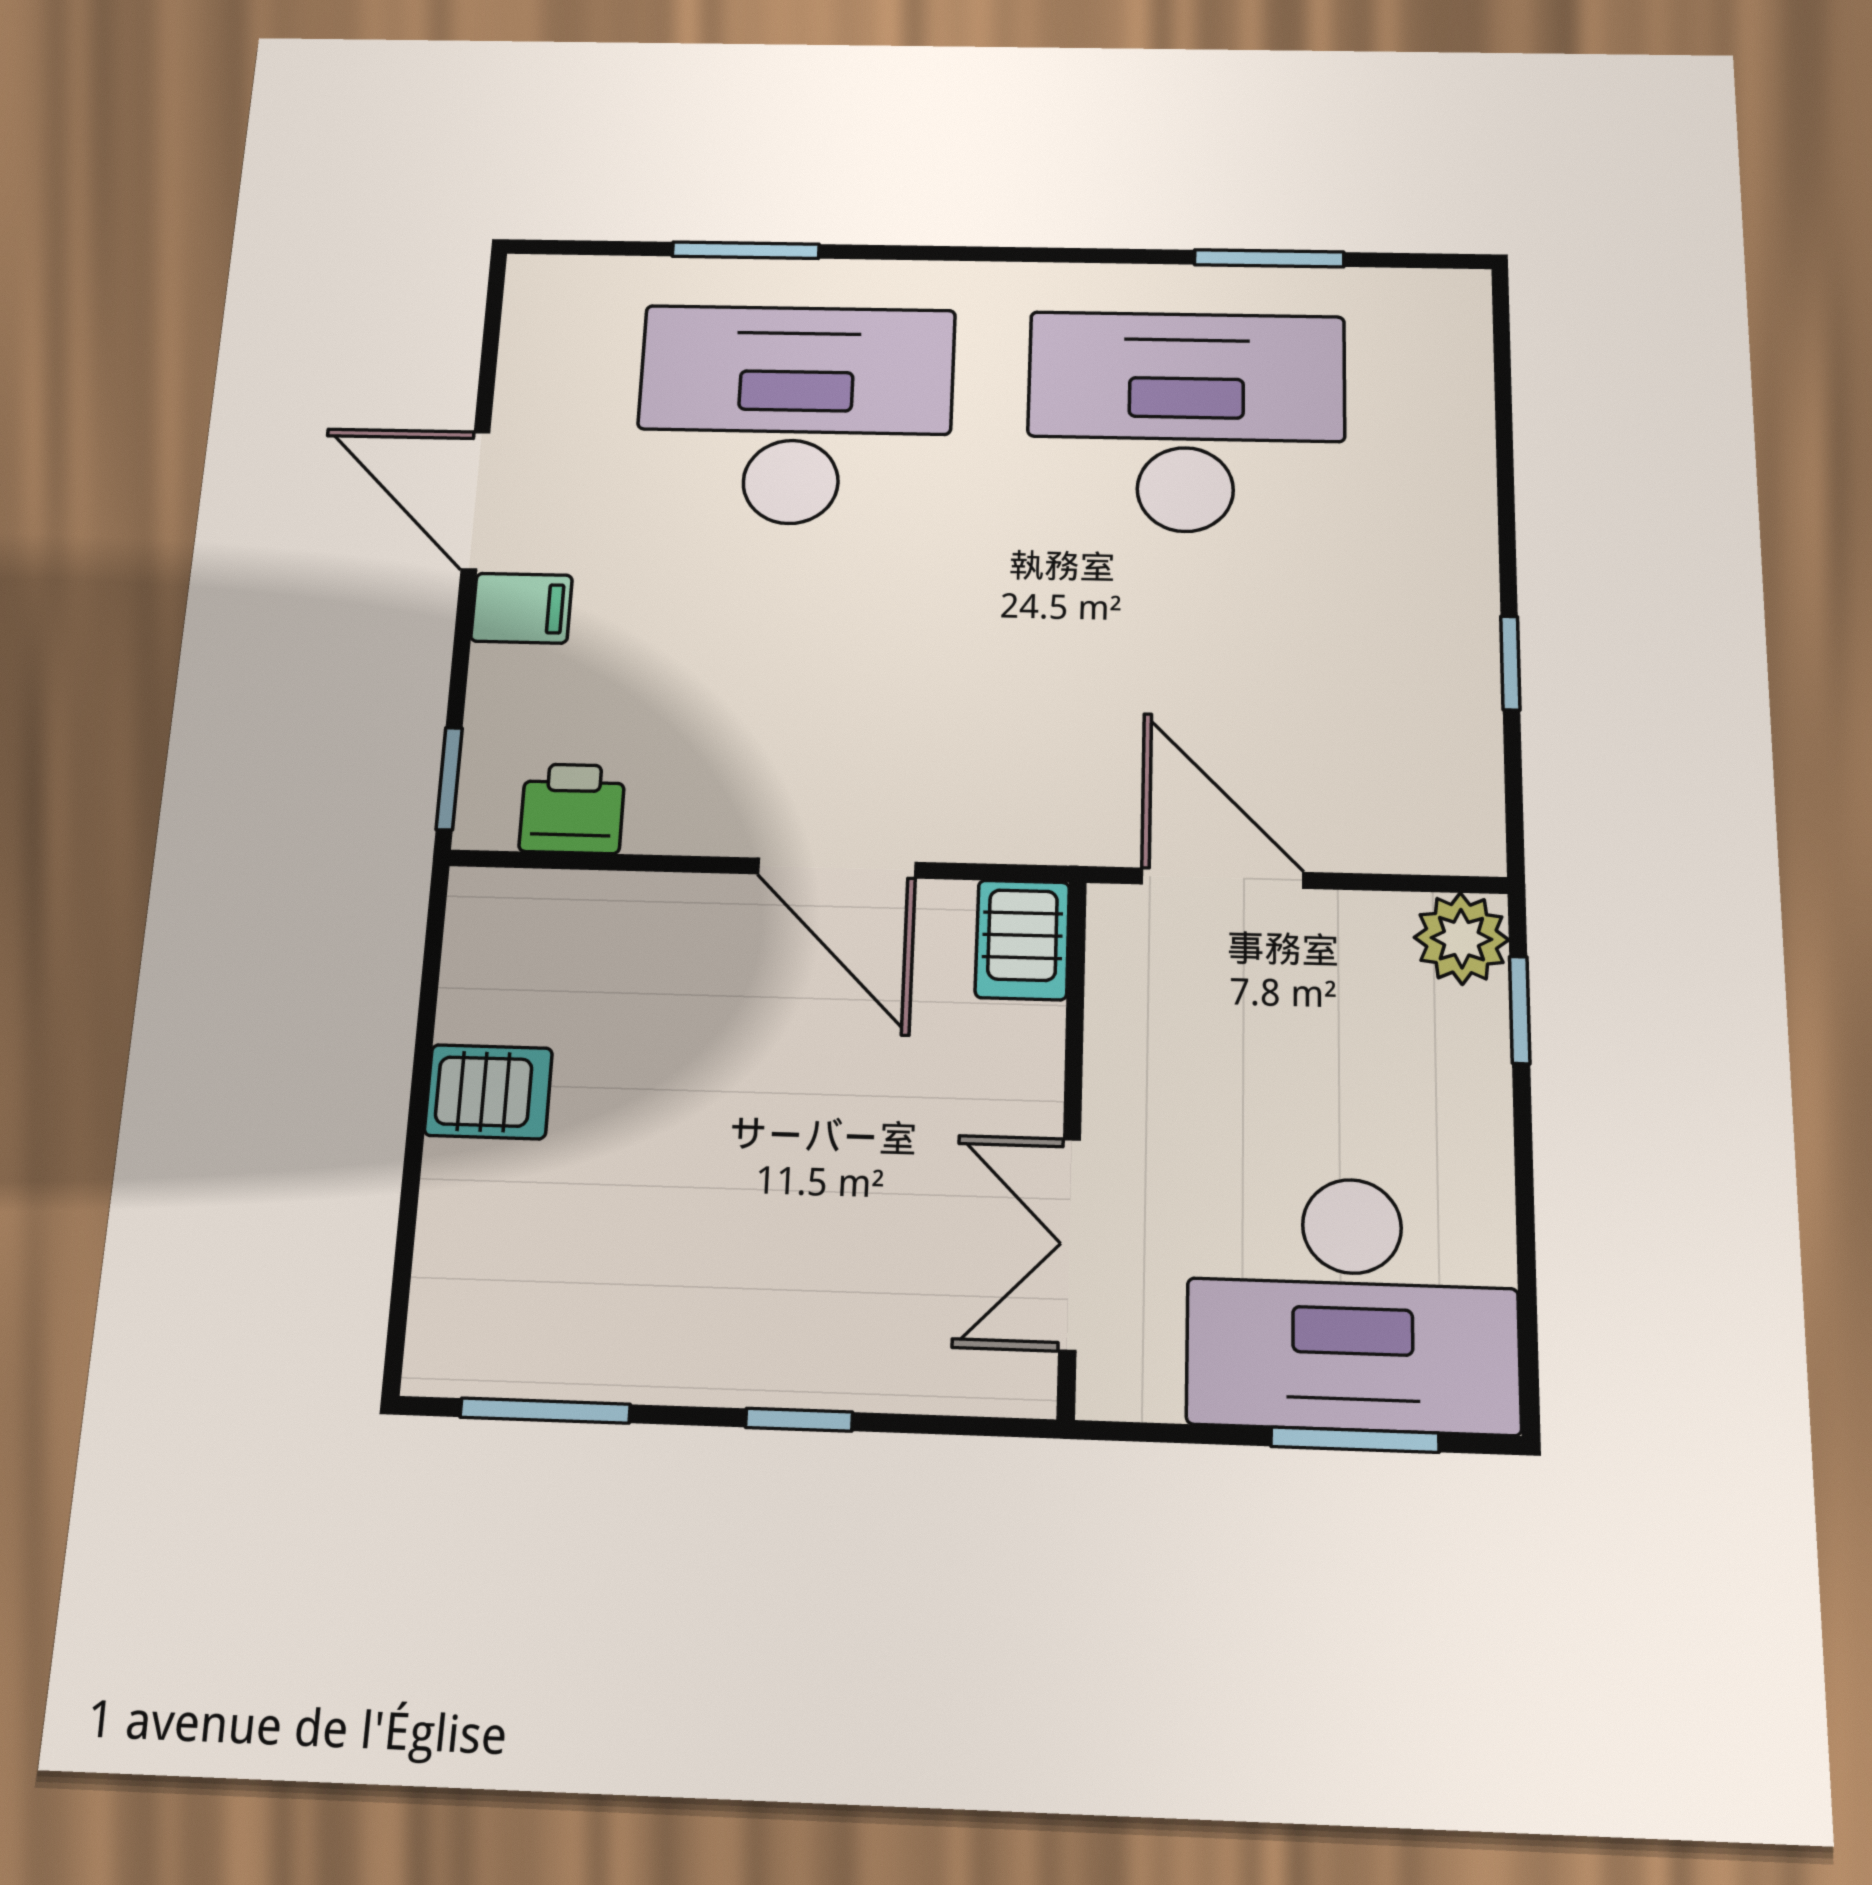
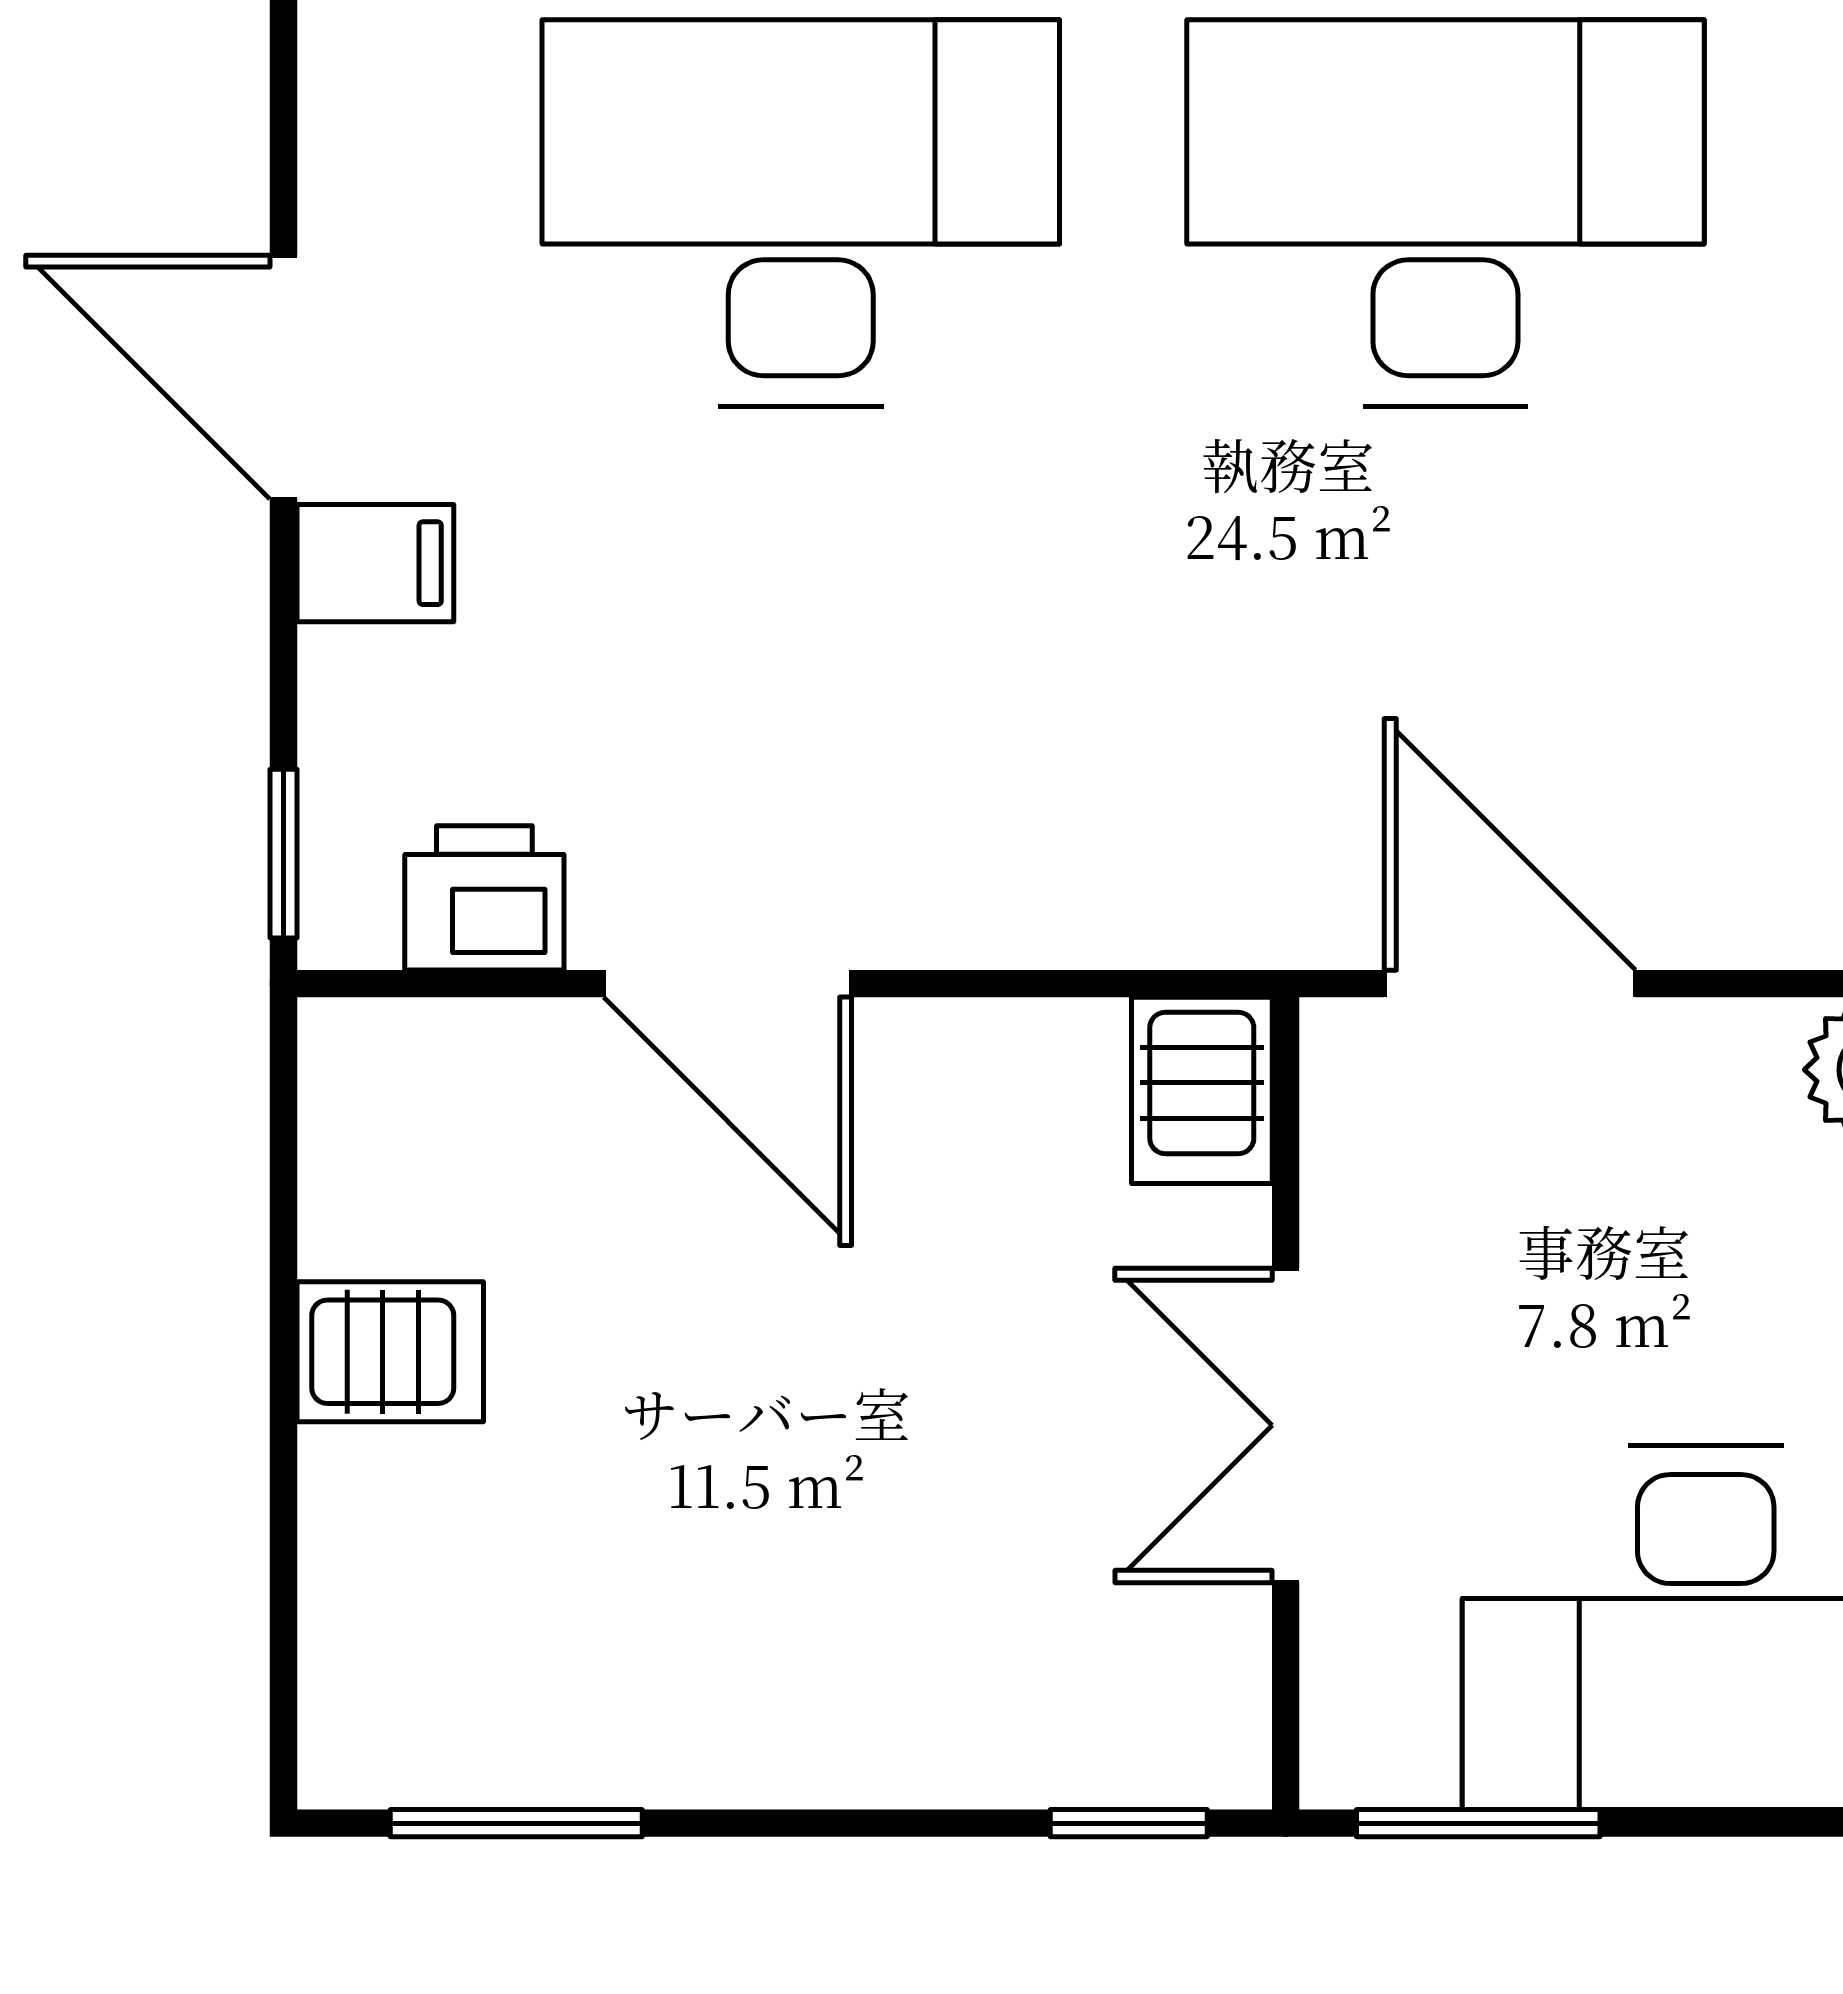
door: (837, 868) -> (728, 984), moved
double door: (1070, 1244) -> (1286, 1425), moved
window: (799, 1420) -> (1129, 1823), moved
window: (1355, 1440) -> (1478, 1823), moved

